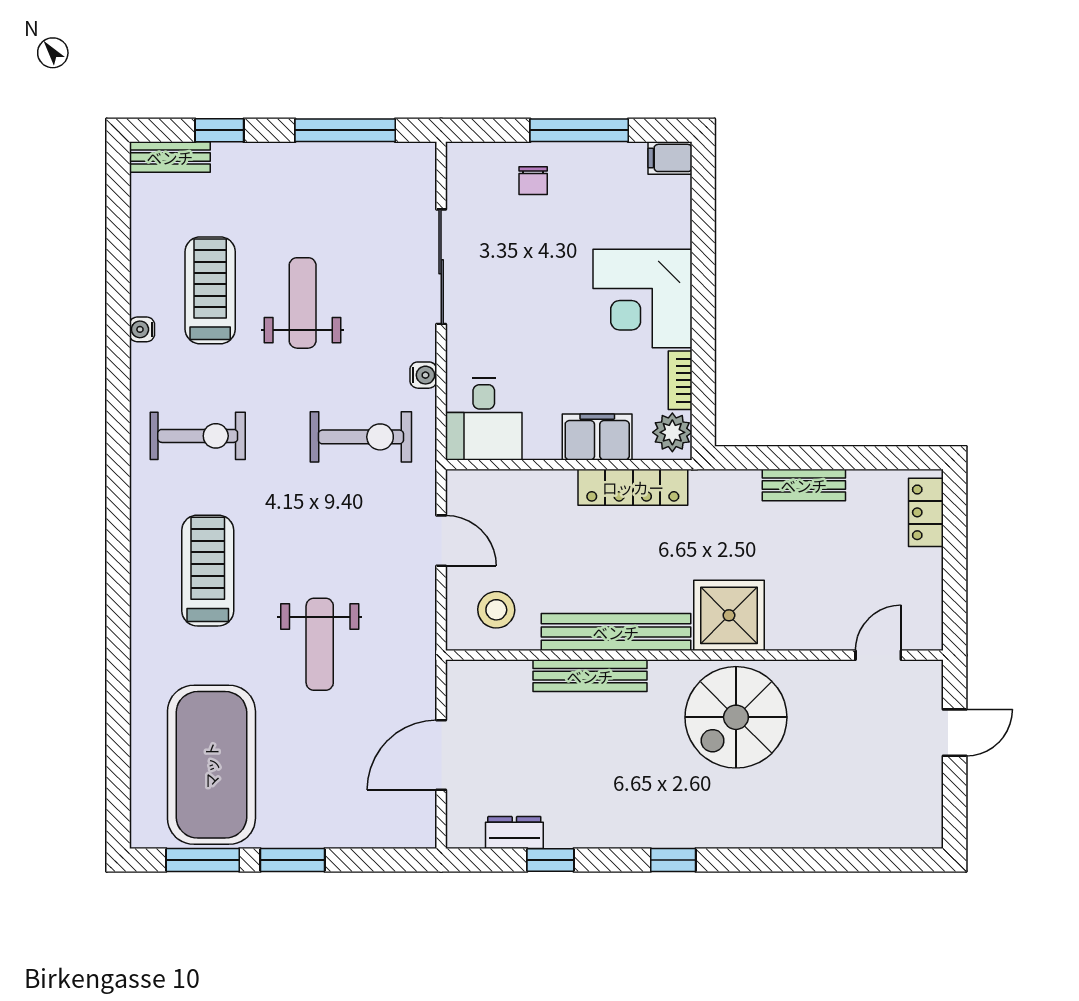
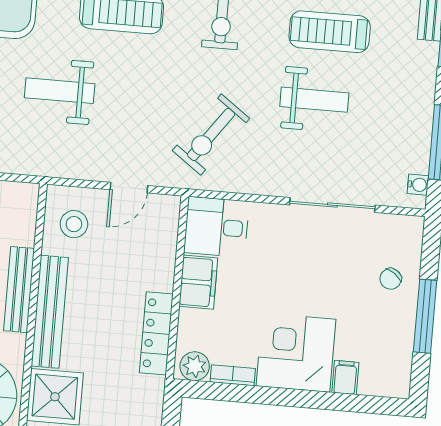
filing cabinet: (670, 158) -> (345, 377), moved
chair: (533, 181) -> (391, 279), turned -54
treadmill: (210, 290) -> (330, 32), turned 180
water cooler: (423, 375) -> (418, 185), moved, turned -90
exercise bike: (361, 437) -> (211, 135), turned 36
filing cabinet: (597, 437) -> (198, 282), moved

